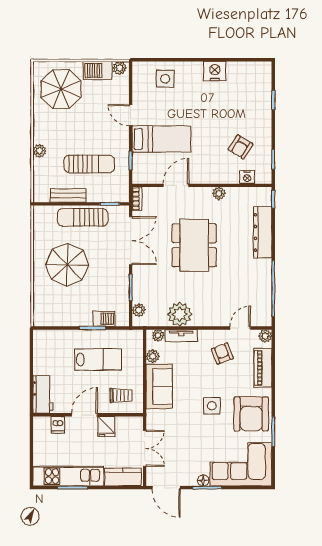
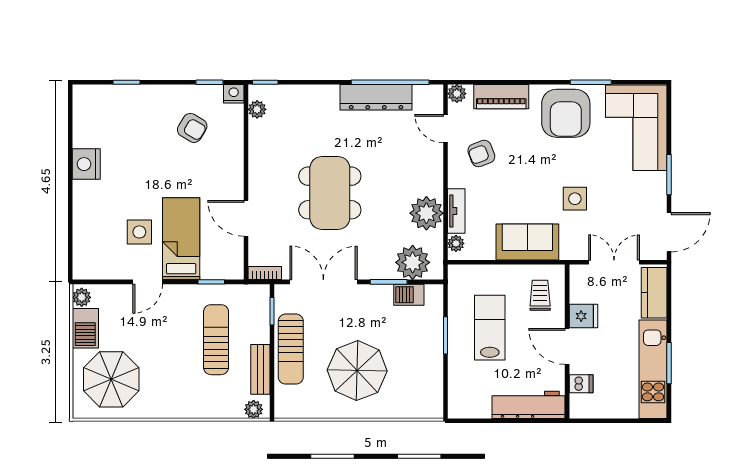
side table: (165, 79) -> (139, 232), moved
plant: (40, 151) -> (254, 409), moved
nightstand: (247, 177) -> (234, 94), moved, turned -90
plant: (219, 193) -> (257, 109), moved
dresser: (263, 232) -> (376, 97), moved
dining table: (194, 245) -> (330, 193), turned 90
plant: (139, 310) -> (413, 262), width x1.87, depth x1.87
barbecue: (104, 319) -> (409, 295), moved, turned -90
plant: (153, 356) -> (485, 251), removed
workbench: (43, 394) -> (528, 405), width x1.38
side table: (212, 406) -> (575, 199), moved
armchair: (251, 414) -> (566, 113), turned 90
floor lamp: (203, 480) -> (659, 180), removed

